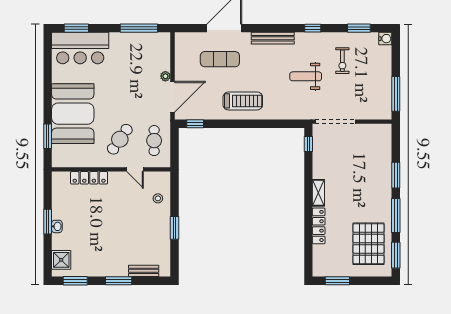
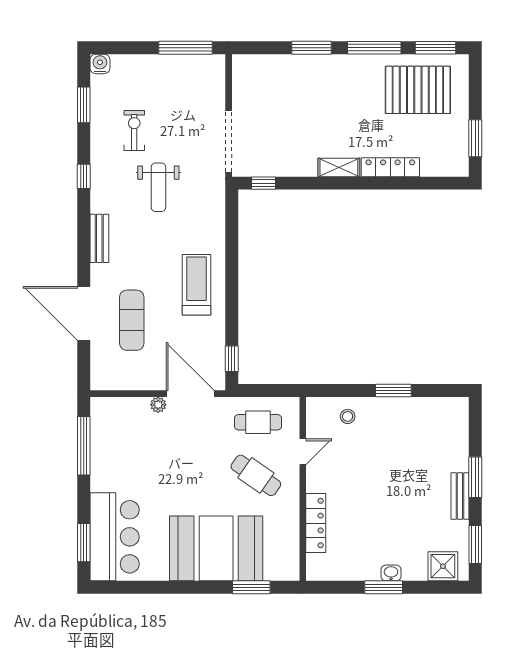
bench: (273, 38) -> (99, 238), width x0.73
exercise bike: (342, 61) -> (134, 130), turned -90
bench: (144, 271) -> (460, 496), moved

